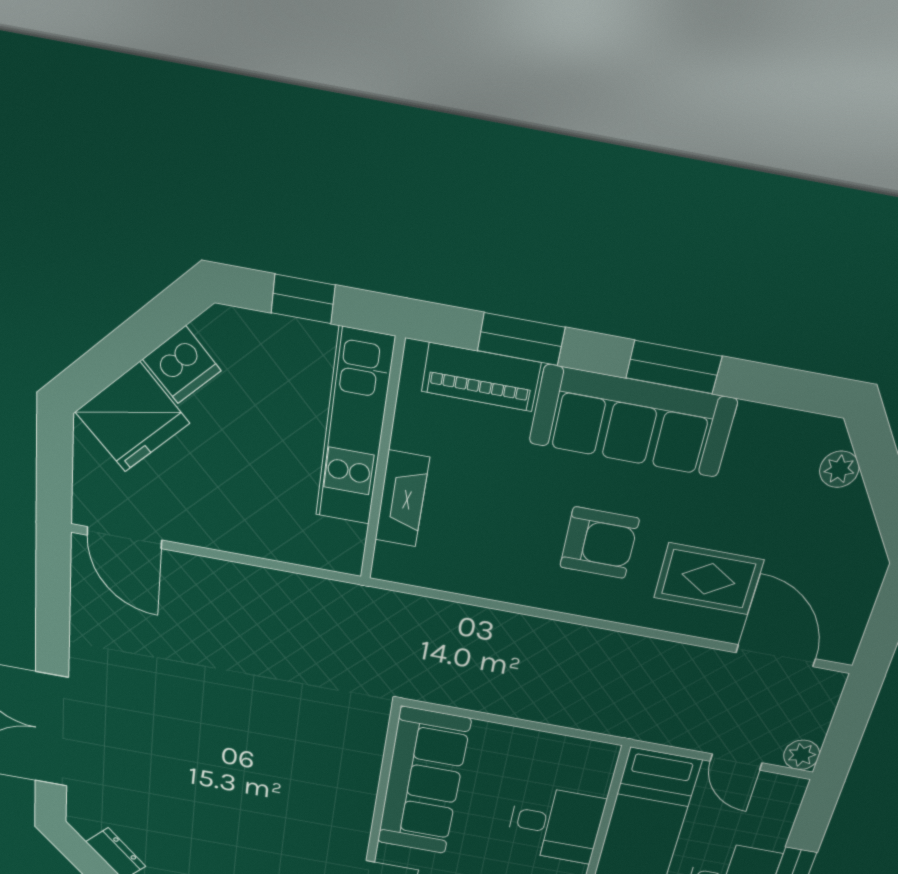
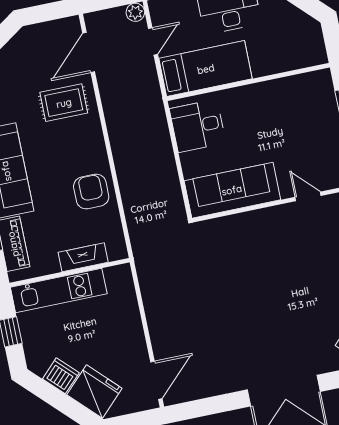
armchair: (599, 543) -> (91, 192), moved
rug: (708, 579) -> (64, 103), turned 90
desk: (555, 824) -> (198, 126), moved, turned -90

